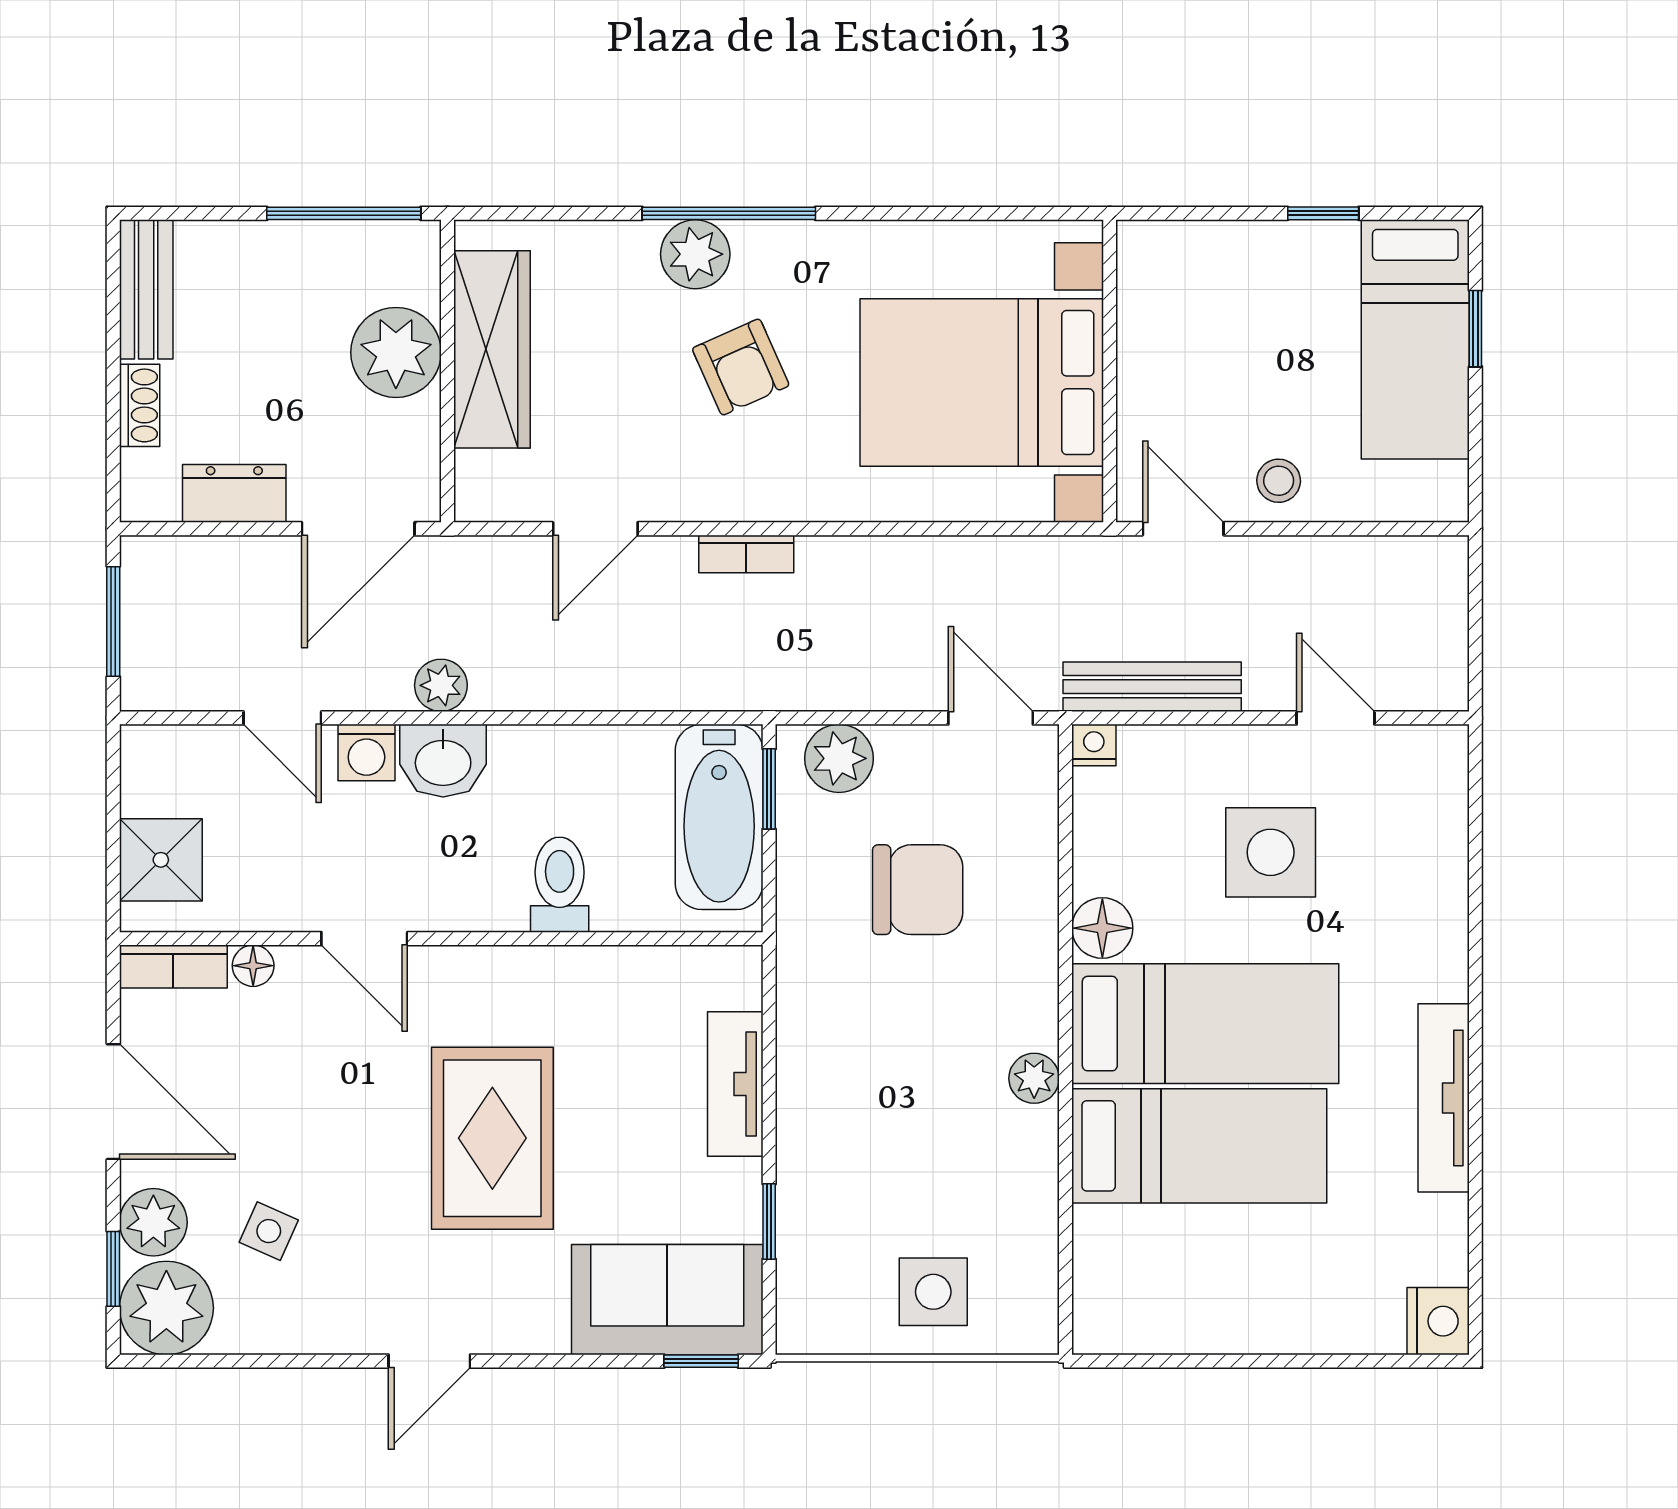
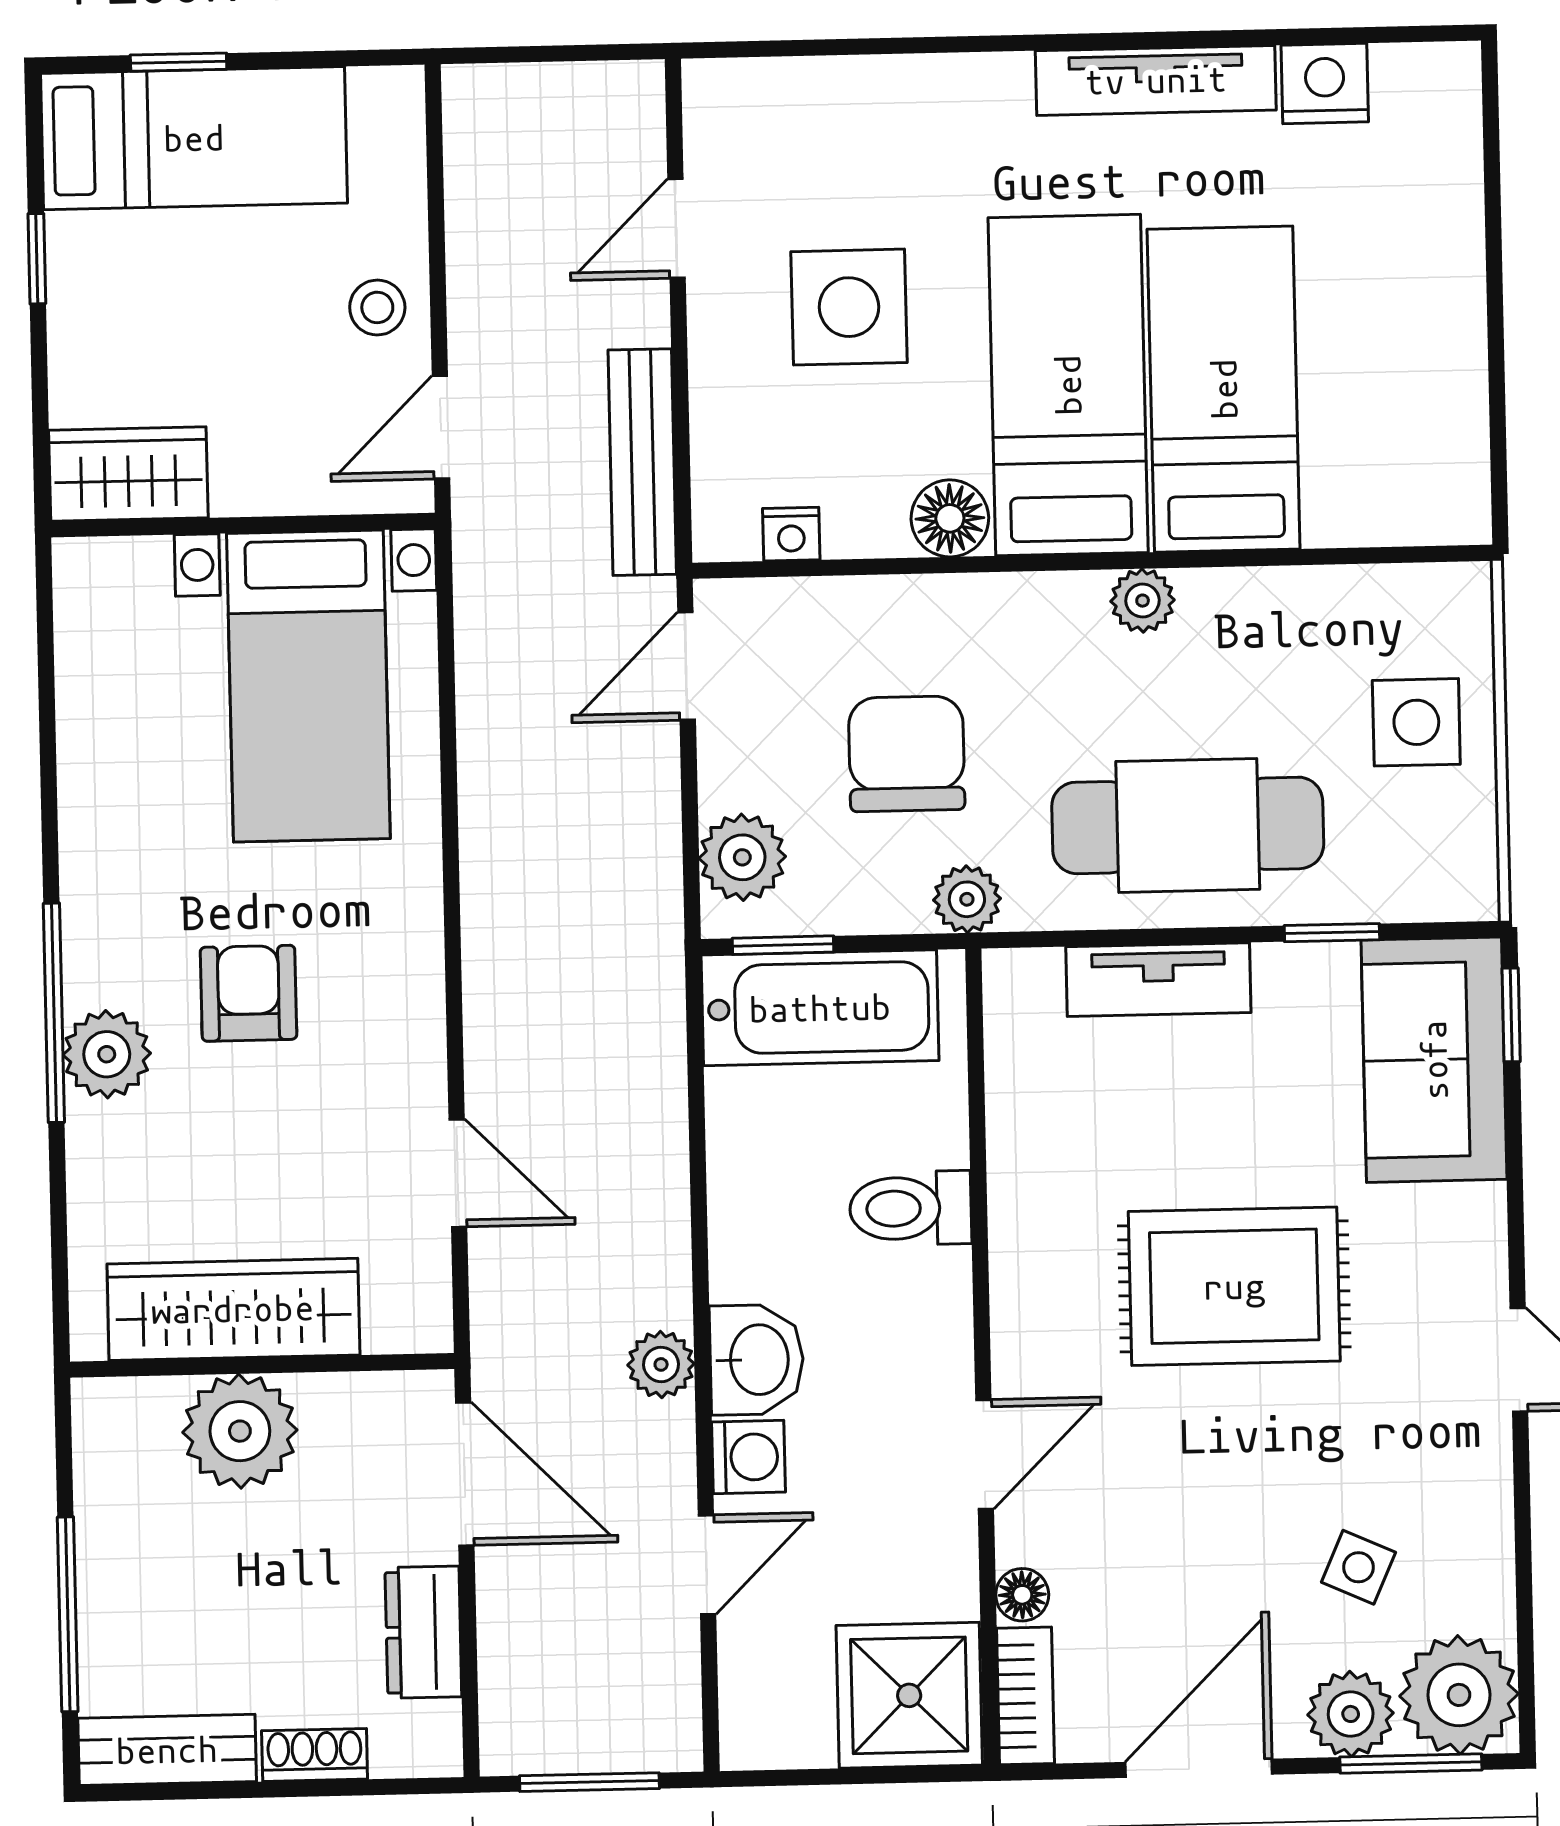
window: (344, 213) -> (68, 1614), moved
wardrobe: (1152, 282) -> (128, 474), added
armchair: (741, 367) -> (248, 993), turned -66
bed with nightstands: (982, 382) -> (308, 686), width x0.73
bookcase: (746, 554) -> (486, 981), removed
nightstand: (1094, 745) -> (791, 534), moved, turned -90
shower: (161, 860) -> (909, 1695), width x1.36, depth x1.36
plant: (802, 935) -> (967, 899), added
cafe table: (856, 1110) -> (1188, 825), added
window: (113, 1269) -> (1411, 1764), width x1.50
nightstand: (1438, 1321) -> (1325, 84), moved

